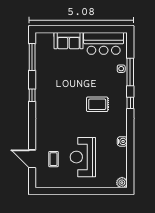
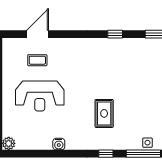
reception desk: (83, 157) -> (40, 96), turned 180

